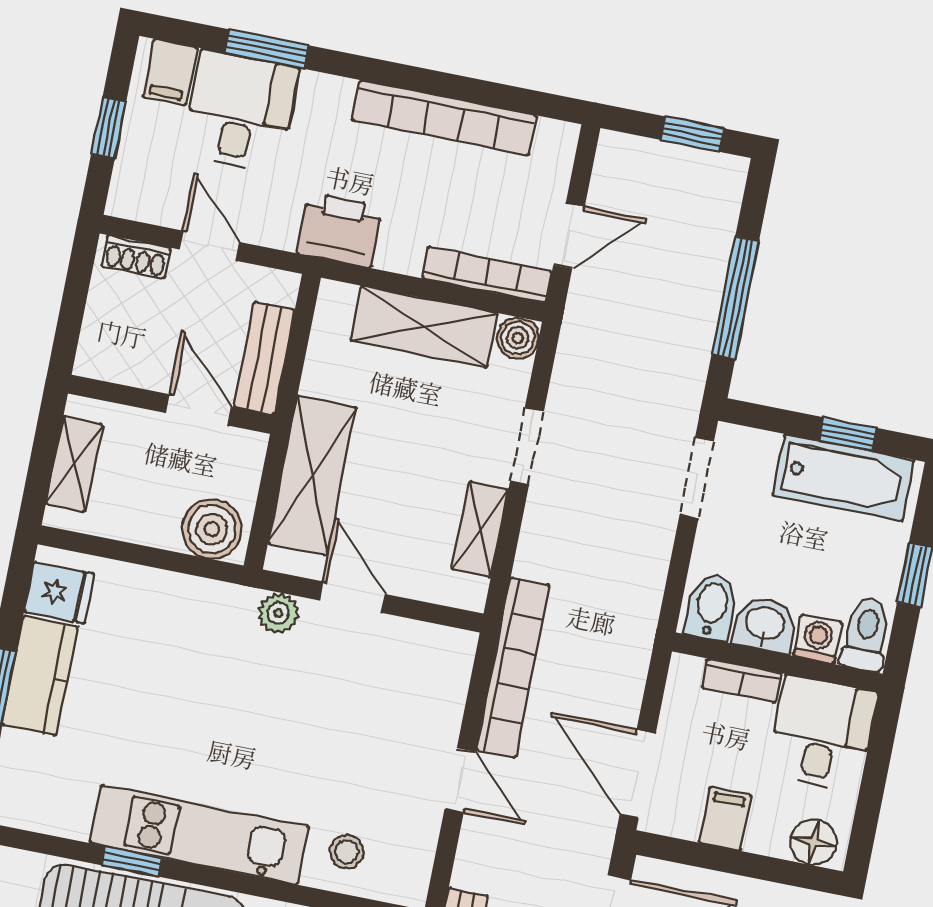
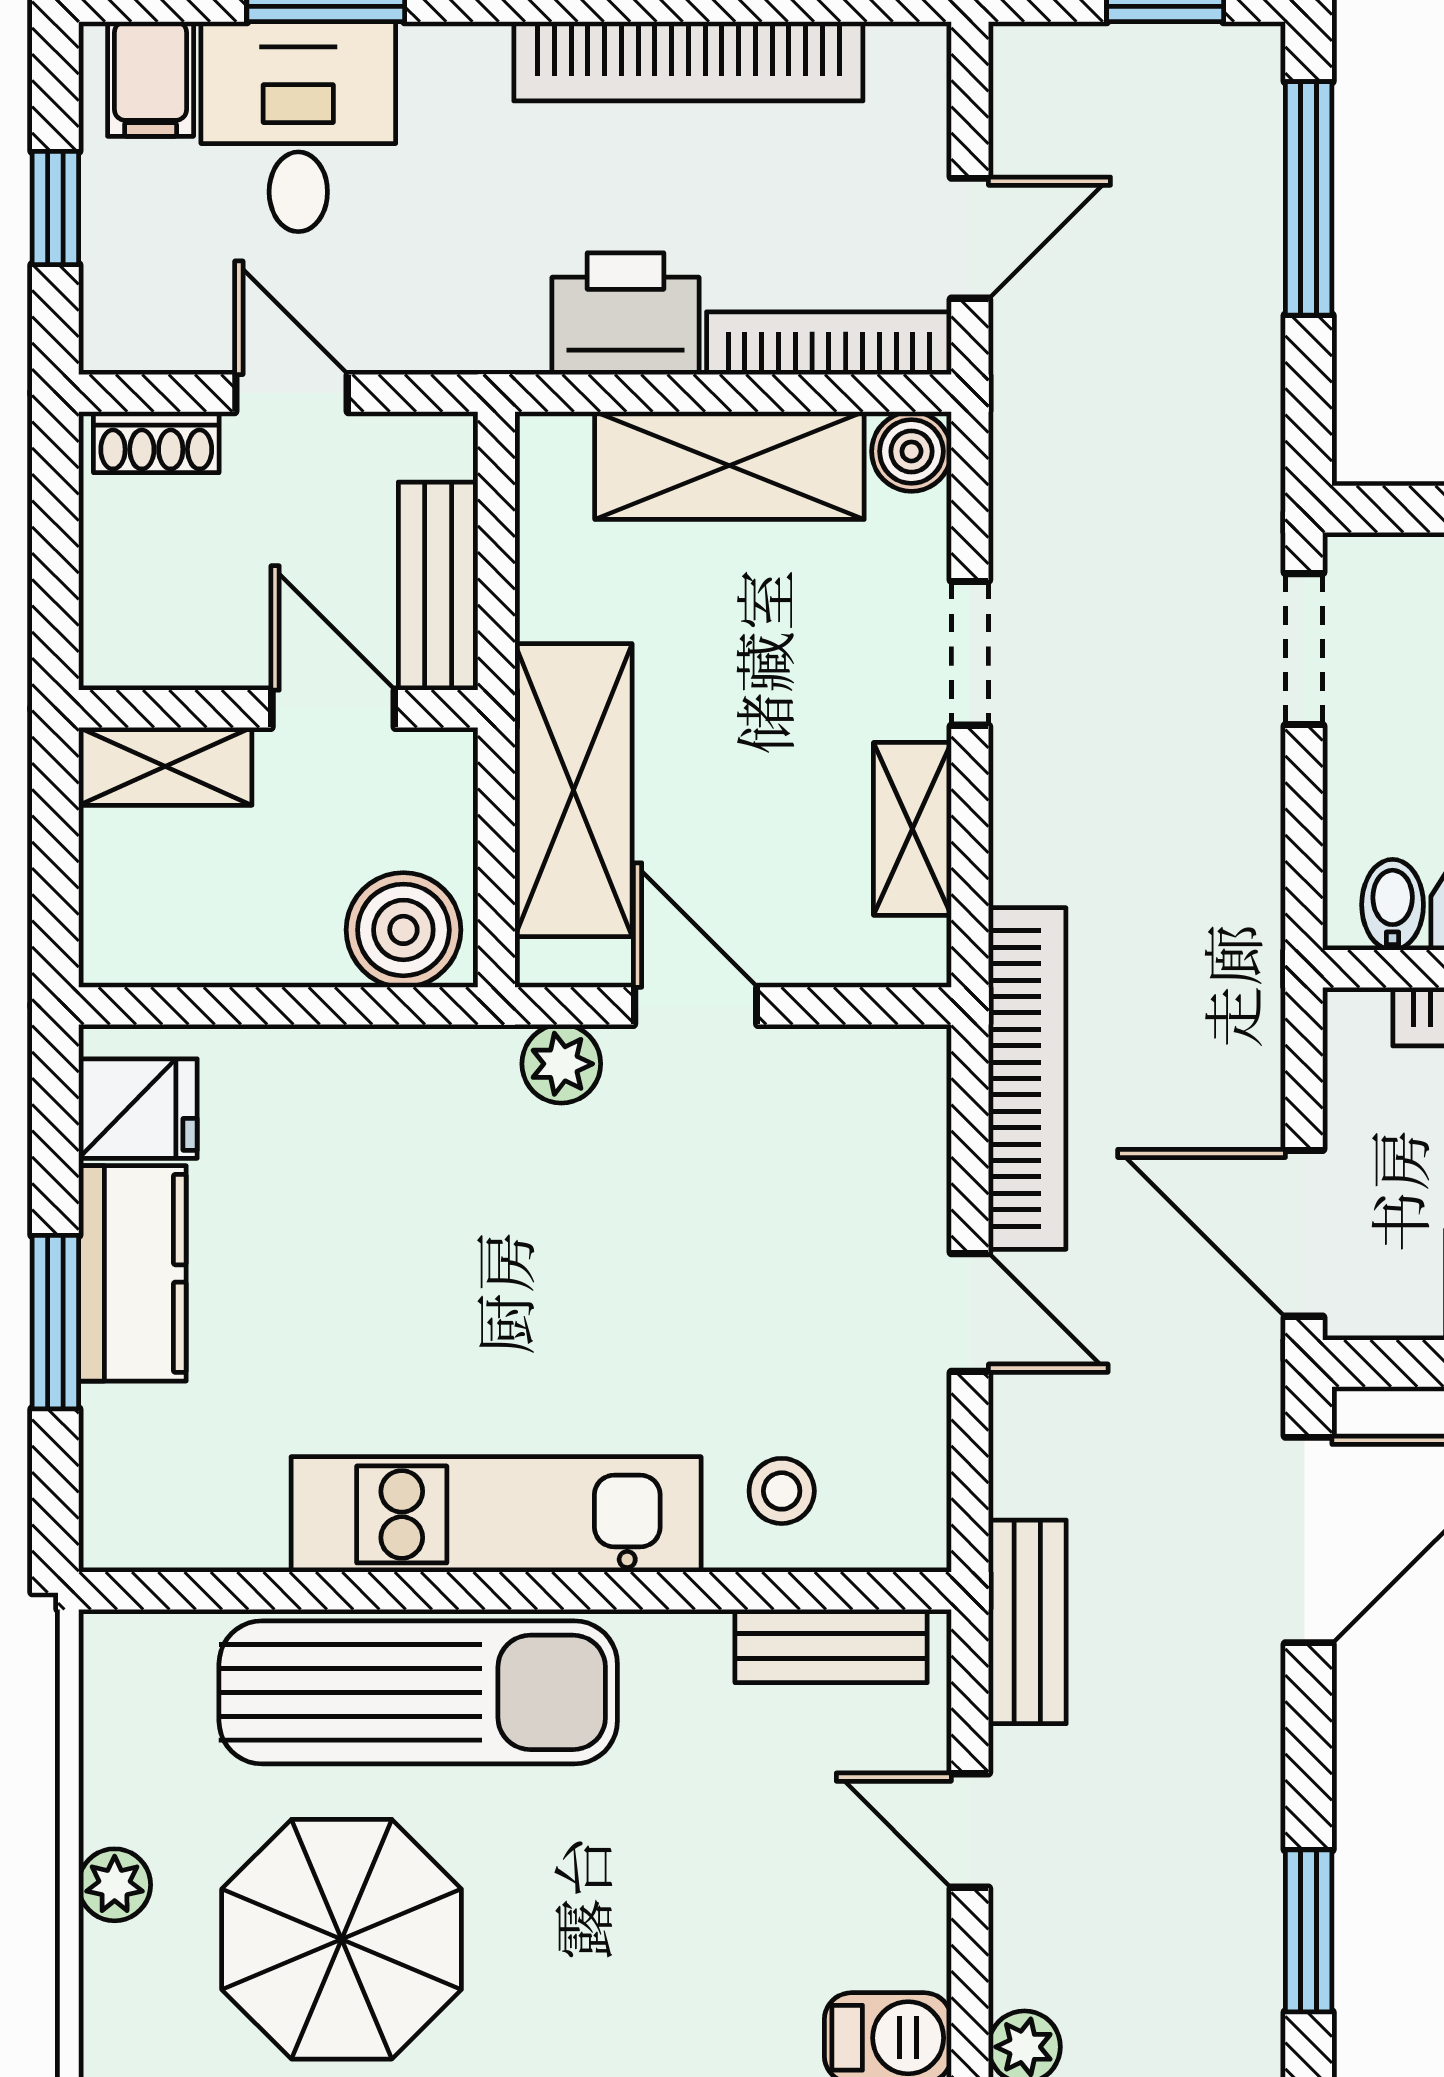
printer: (339, 230) -> (626, 314), moved
window: (735, 298) -> (1309, 198), moved
shelving: (74, 464) -> (165, 766), moved, turned 90
bidet: (711, 607) -> (1393, 905), width x0.72, depth x0.74
window: (132, 861) -> (377, 1591), removed

